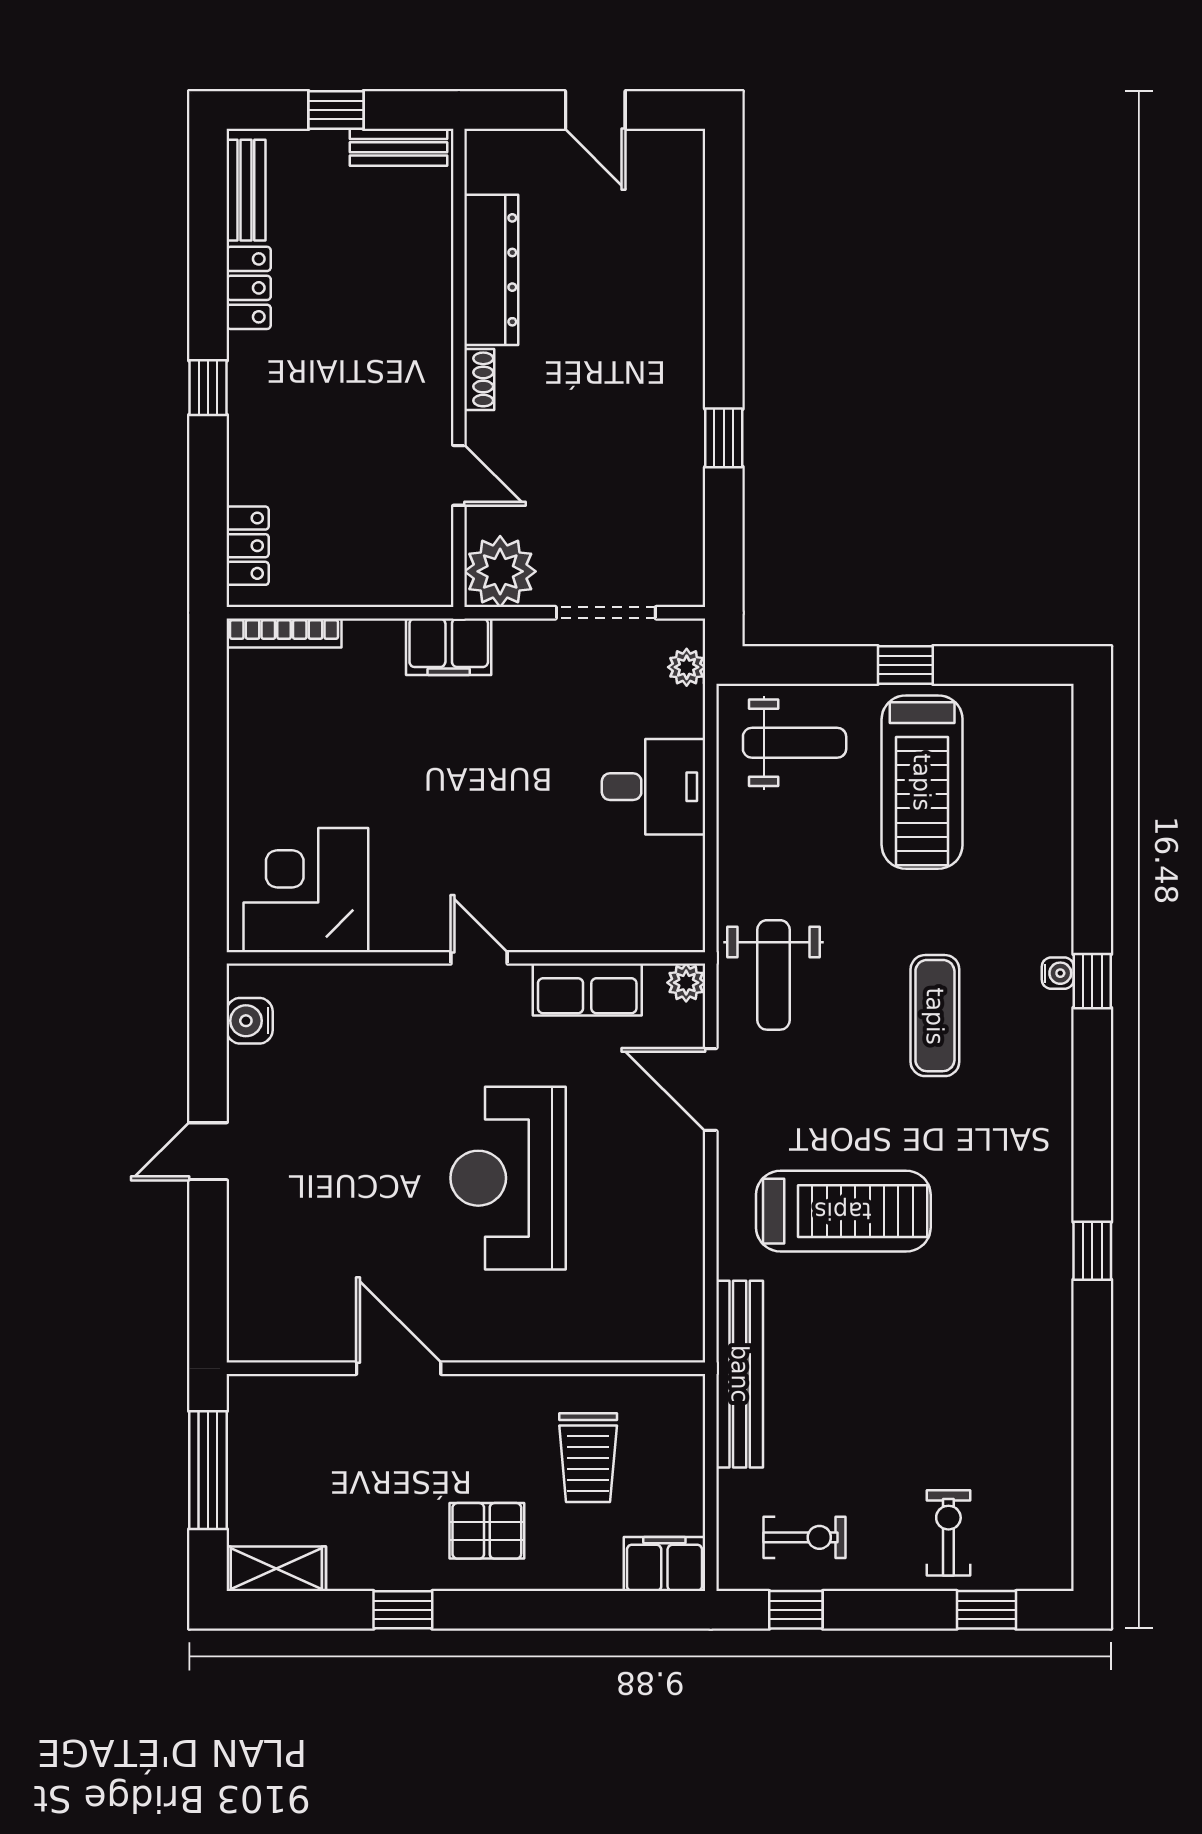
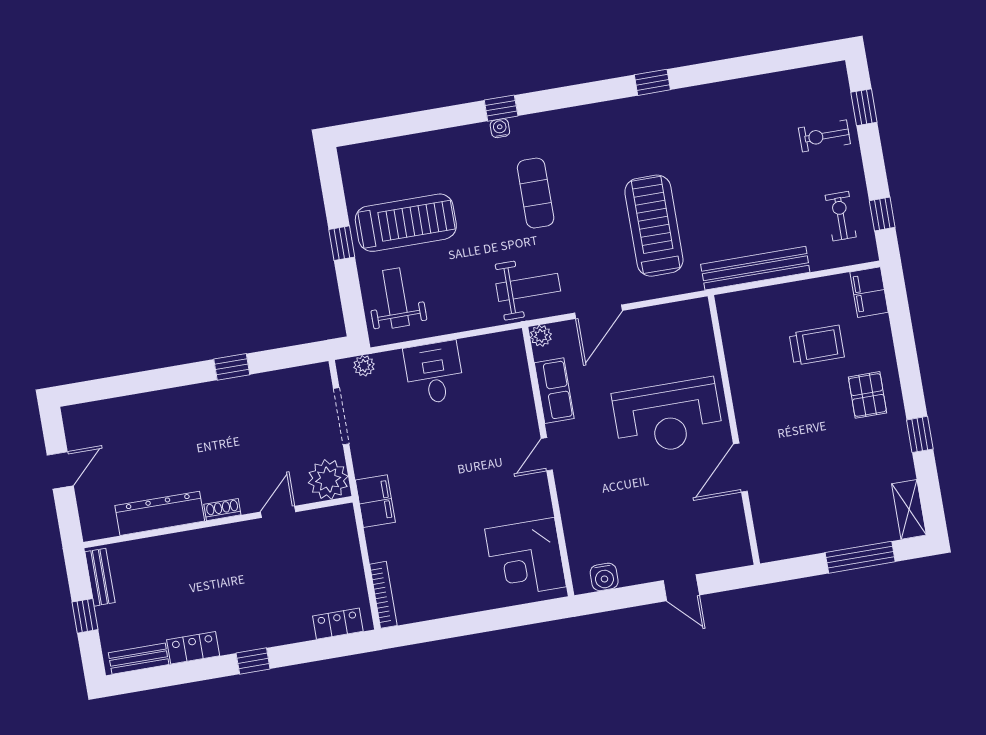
exercise mat: (935, 1016) -> (536, 193), turned 90
door: (399, 1368) -> (740, 468), moved
wall: (466, 1368) -> (734, 430), moved

